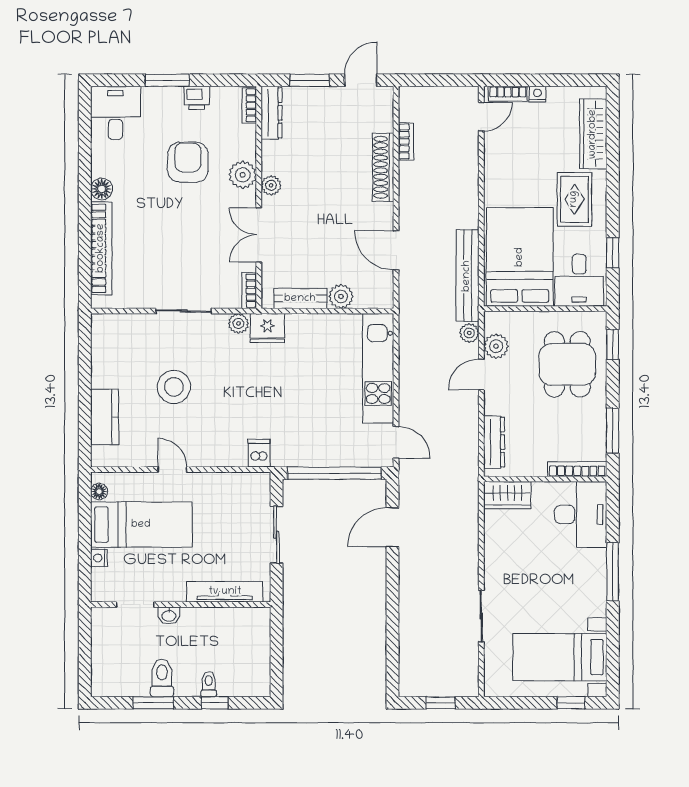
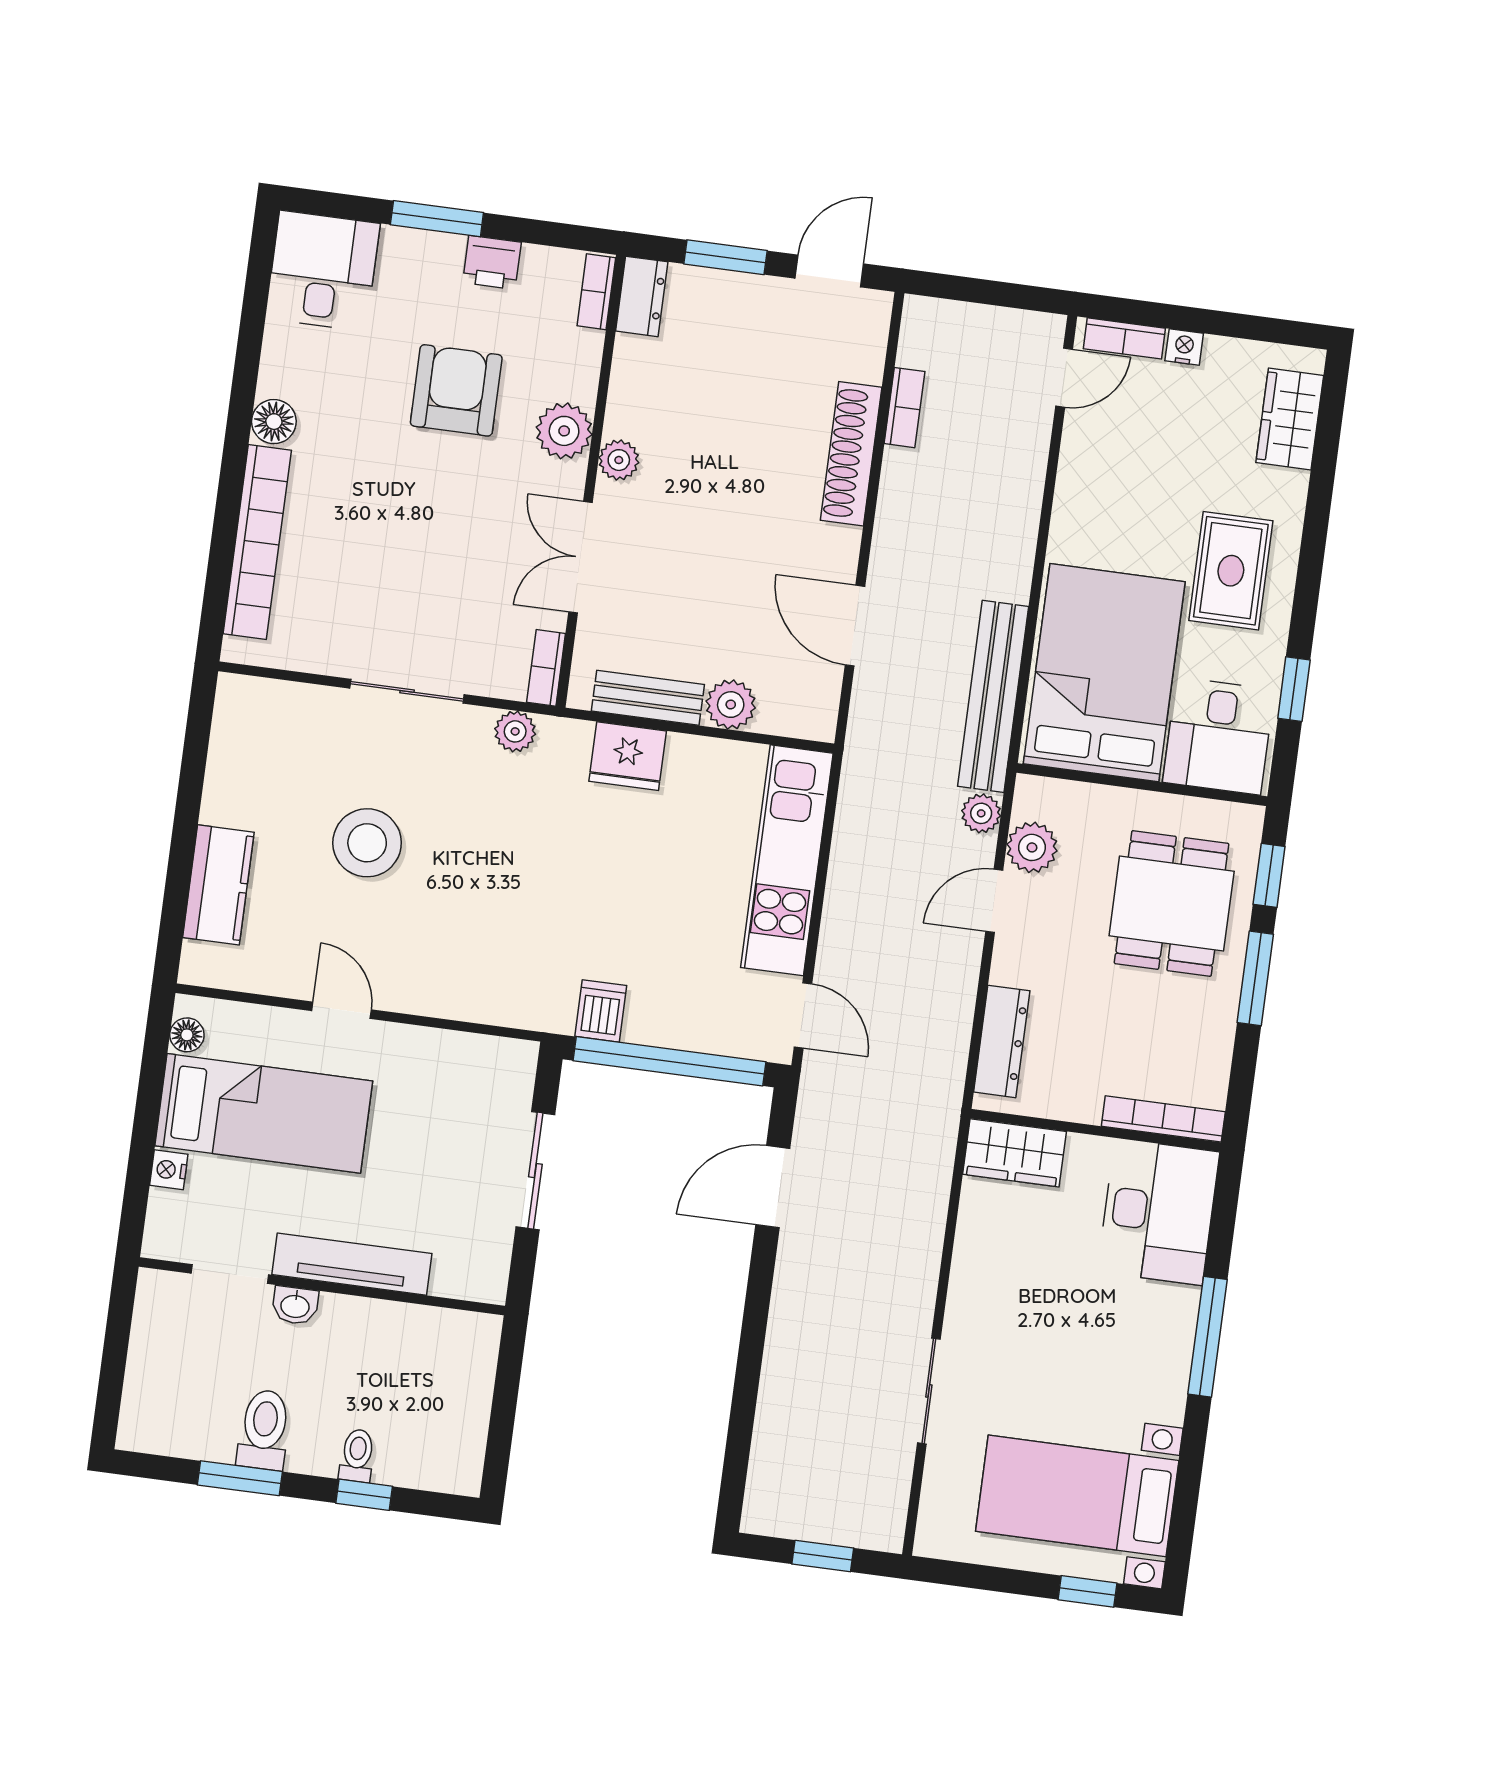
dresser: (272, 113) -> (642, 296), width x0.70
wardrobe: (593, 134) -> (1290, 419), width x0.67
fridge: (267, 328) -> (628, 756), moved
window: (613, 431) -> (1255, 978), moved
dishwasher: (259, 453) -> (601, 1011), moved
tv unit: (225, 592) -> (352, 1264), moved

